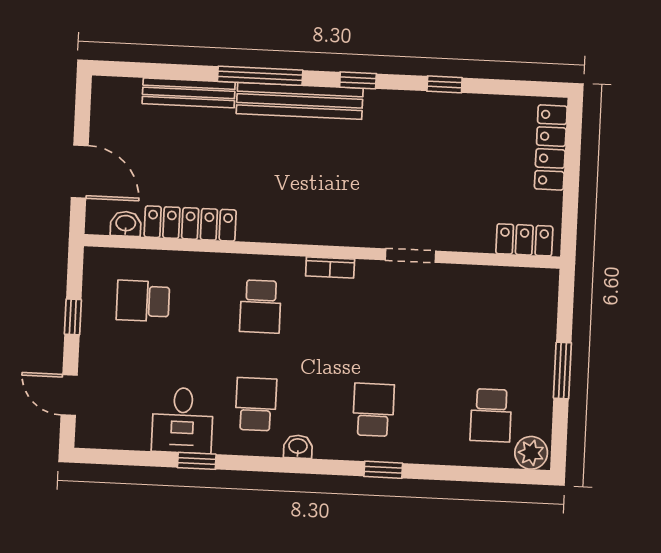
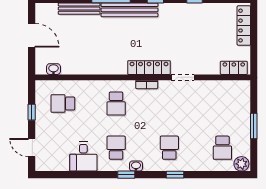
door: (80, 172) -> (32, 35), moved
locker: (190, 223) -> (149, 68), moved
window: (197, 461) -> (126, 175), moved

